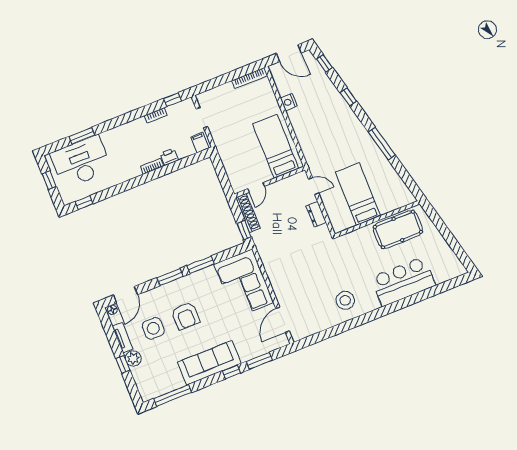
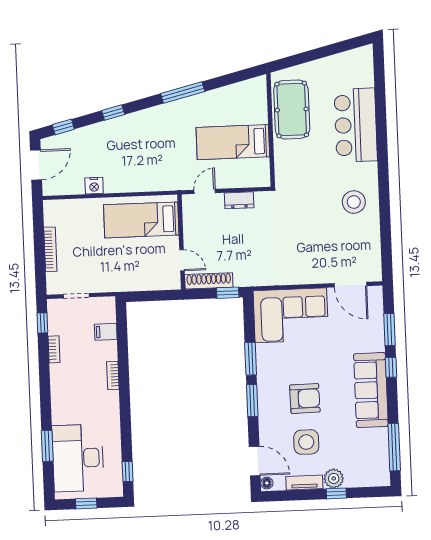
bookcase: (250, 78) -> (50, 249), moved
filing cabinet: (200, 142) -> (106, 332), moved
printer: (169, 157) -> (109, 351), removed

